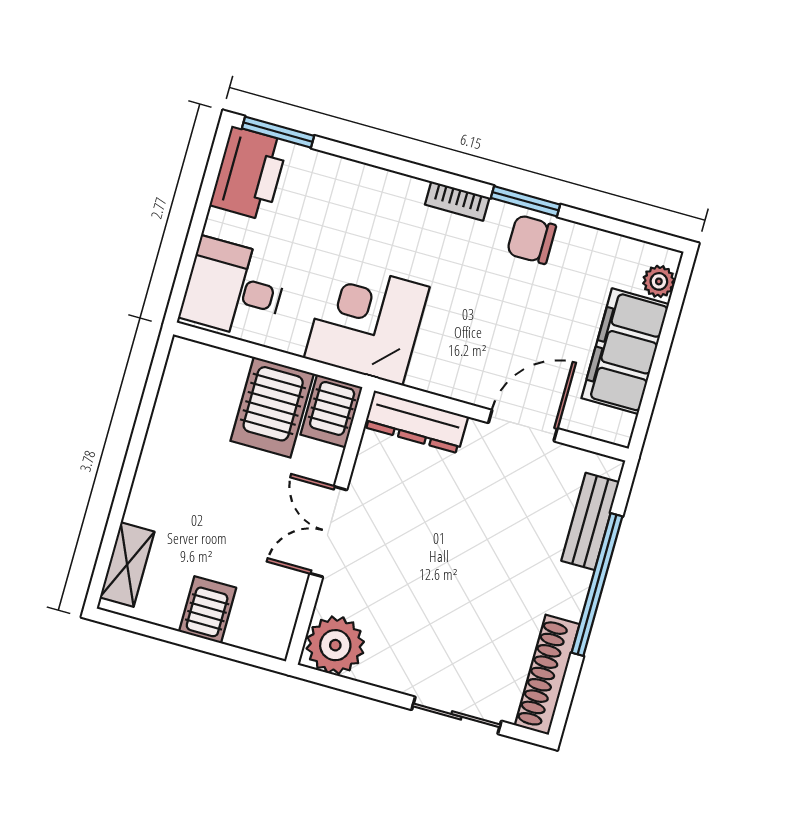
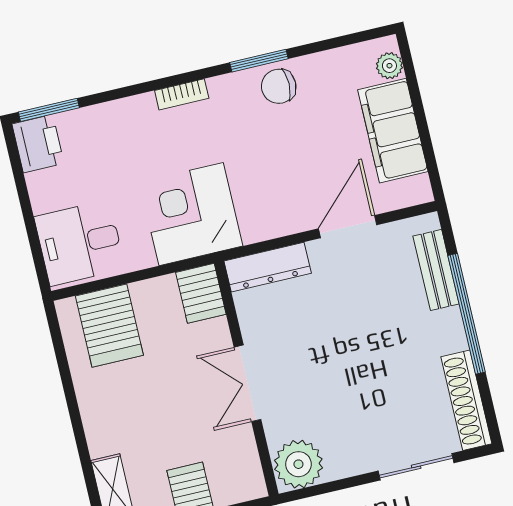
printer: (249, 173) -> (38, 144), width x0.73, depth x0.84
bookcase: (457, 201) -> (182, 94), moved
server rack: (272, 407) -> (109, 326), moved

